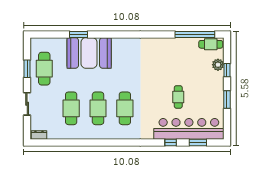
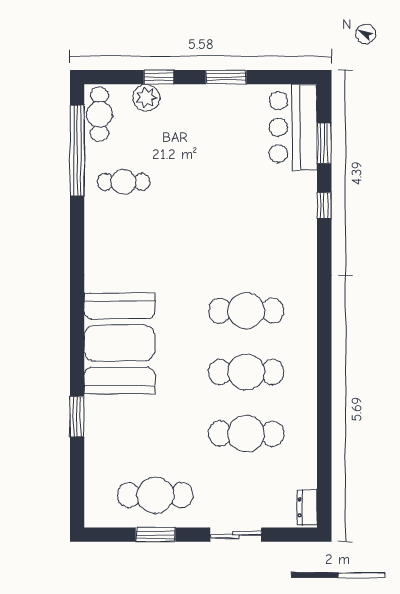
booth: (89, 53) -> (119, 343), moved
cafe table: (178, 97) -> (124, 182), moved
bar counter: (189, 129) -> (293, 127), width x0.54

